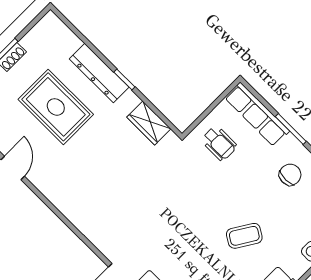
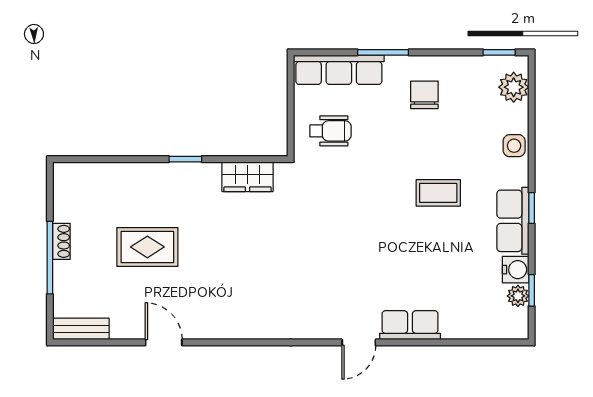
dresser: (99, 73) -> (156, 176), removed
rug: (56, 107) -> (147, 247), width x0.73, depth x0.70
coffee table: (244, 236) -> (438, 193), turned 58

